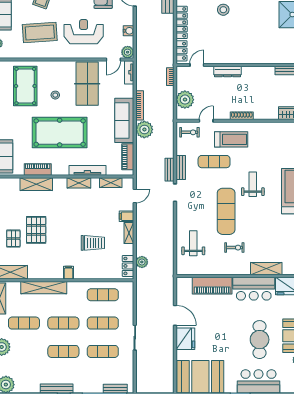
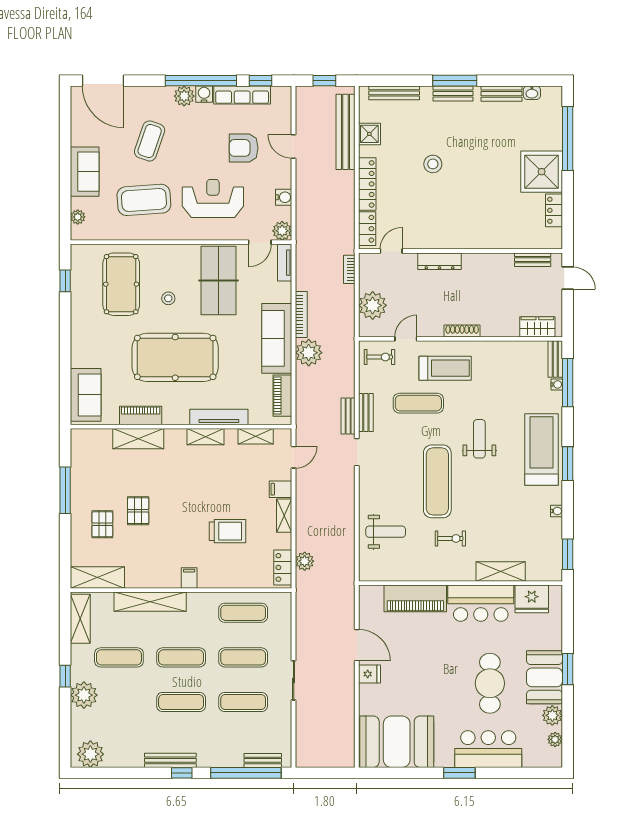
pallet: (36, 230) -> (138, 511), width x0.67, depth x0.71
weight bench: (193, 243) -> (386, 532), turned 90
fridge: (185, 339) -> (369, 674), width x0.53, depth x0.75

